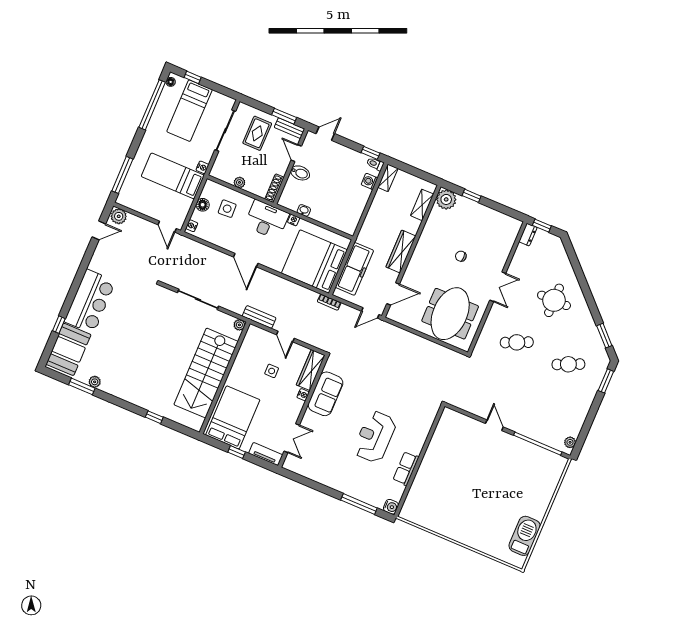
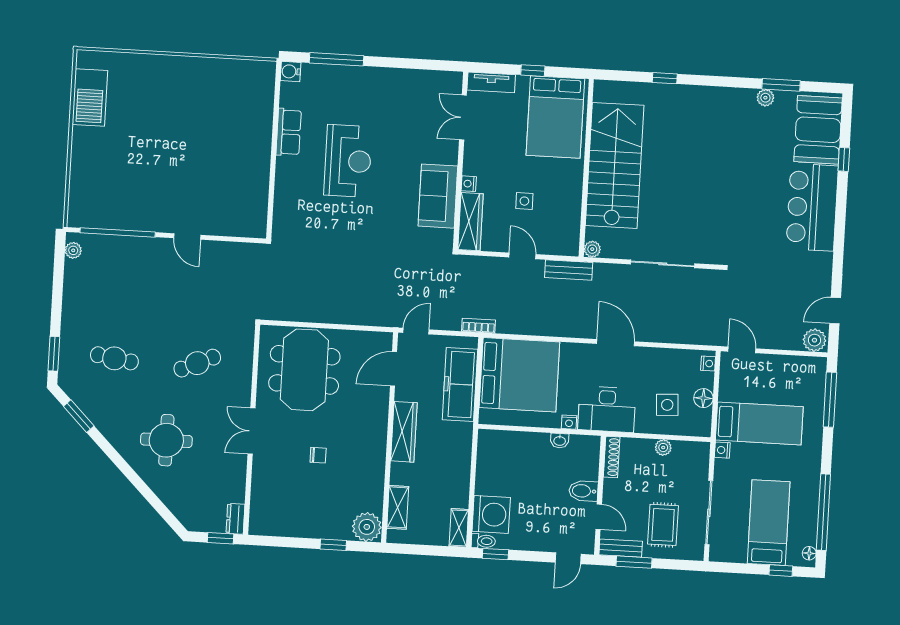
washing machine: (369, 181) -> (491, 514), width x1.89, depth x1.89
cafe table: (568, 364) -> (114, 358), turned 33

